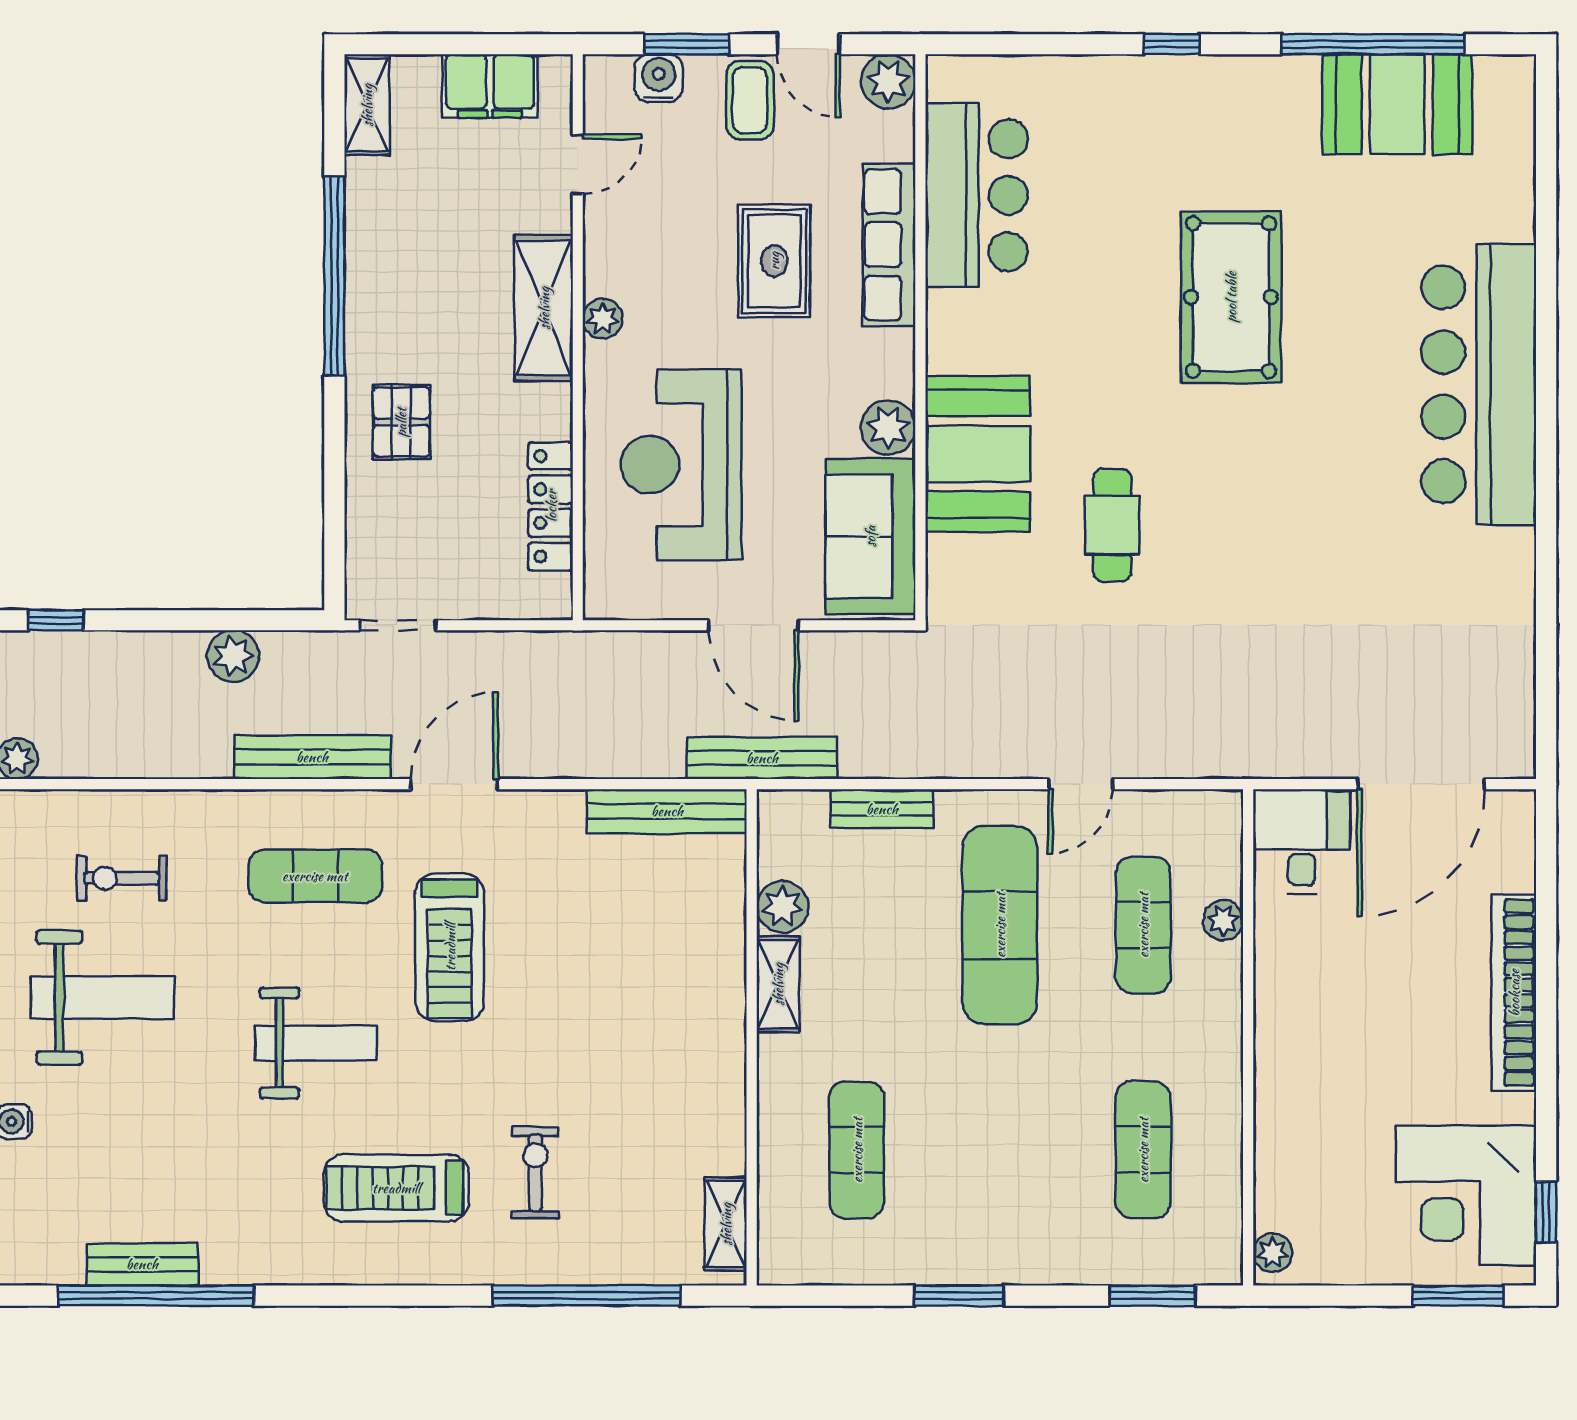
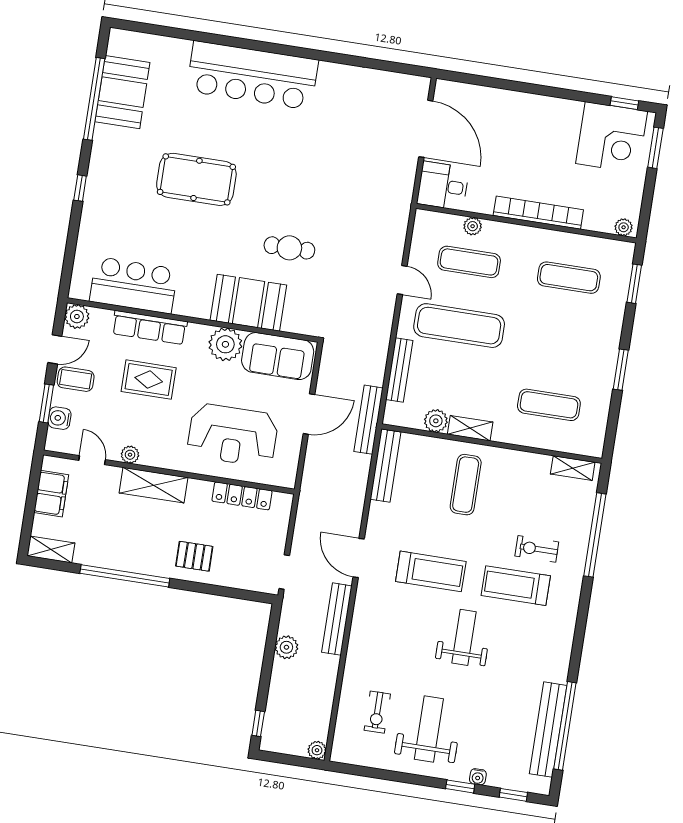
plant: (603, 319) -> (130, 455), moved
plant: (888, 427) -> (225, 344), width x1.36, depth x1.36
bench: (882, 809) -> (399, 370), width x1.36
exercise mat: (315, 876) -> (466, 485), moved
bookcase: (1514, 993) -> (538, 213), moved, turned 180
treadmill: (396, 1188) -> (516, 586), moved, turned 90
bench: (142, 1264) -> (548, 730), width x1.86, depth x1.21

